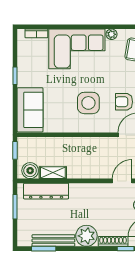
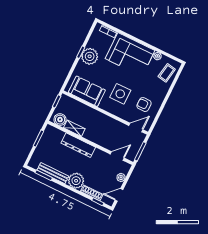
plant: (28, 75) -> (90, 56), added
sofa: (30, 110) -> (87, 91), moved, turned -90
dresser: (46, 191) -> (78, 145), moved

